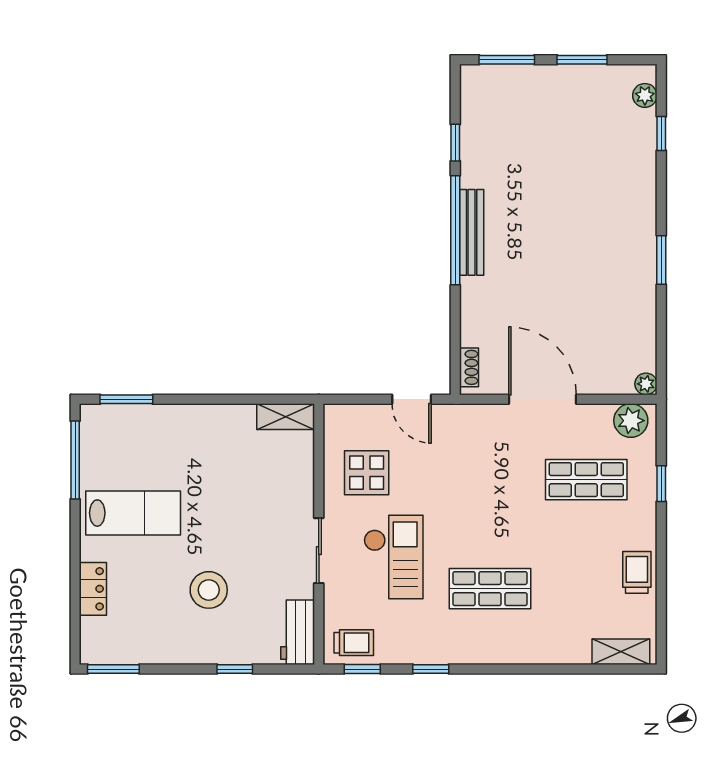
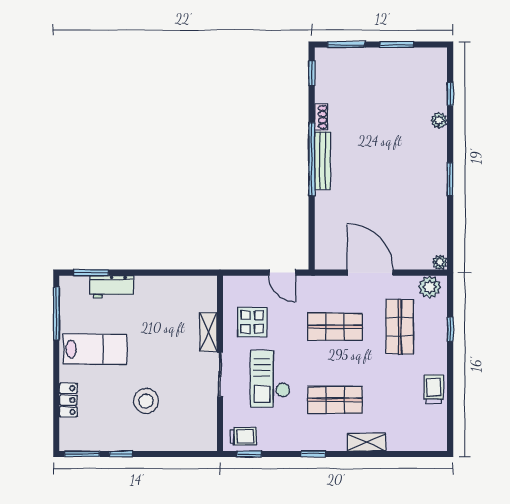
plant: (645, 95) -> (439, 120), moved
window: (455, 143) -> (312, 73), moved
shoe rack: (469, 367) -> (321, 117), moved
shelving: (286, 417) -> (208, 332), moved, turned 90
shop shelf: (490, 480) -> (335, 327), added
shop shelf: (586, 480) -> (400, 327), turned 90
checkout: (393, 557) -> (270, 379), turned 180
workbench: (298, 632) -> (112, 287), moved, turned -90
shelving: (621, 652) -> (367, 442), moved
window: (235, 669) -> (121, 454), moved
window: (431, 669) -> (313, 454), moved

